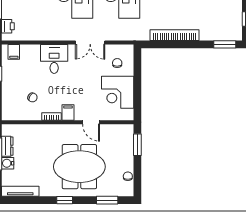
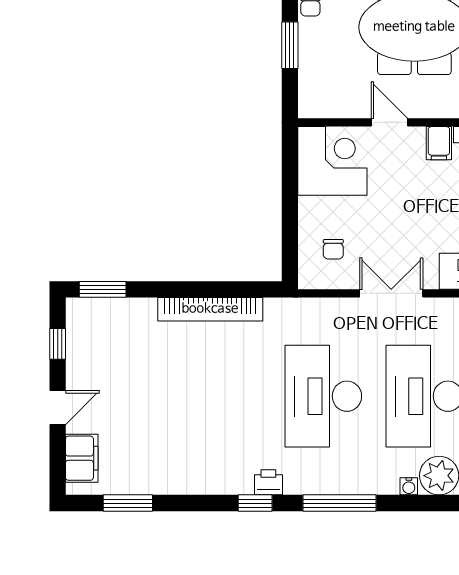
corner desk: (118, 92) -> (332, 161), moved
window: (137, 145) -> (290, 45), moved

